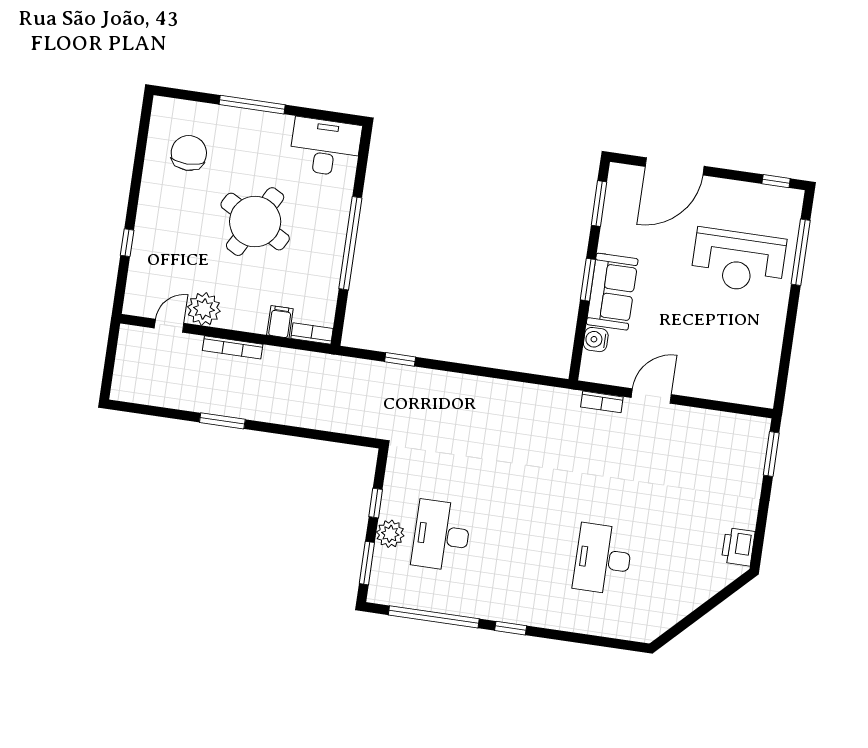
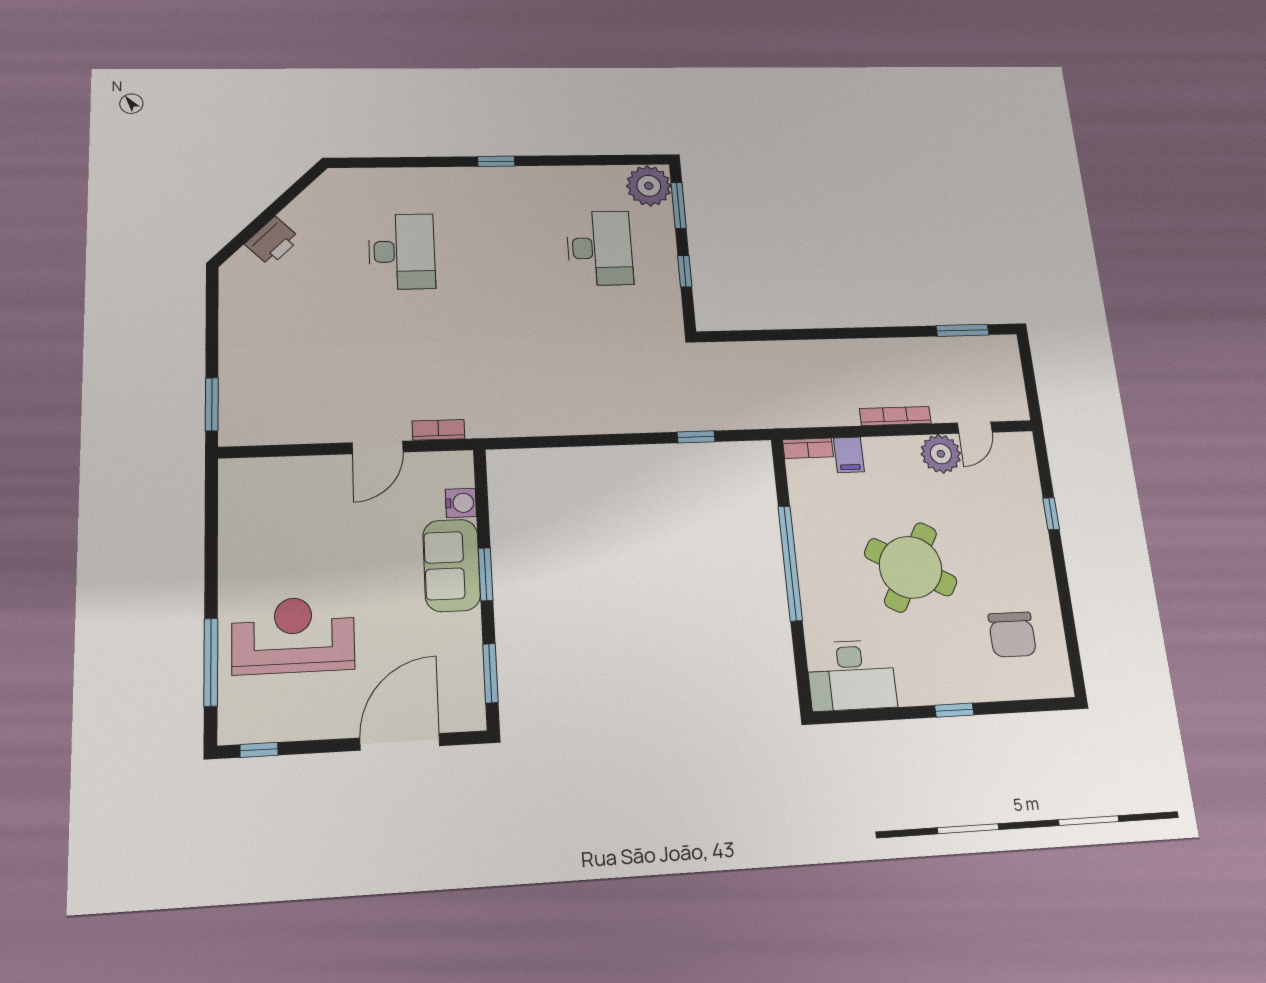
window: (252, 105) -> (954, 710), width x0.46
window: (222, 421) -> (962, 330), moved
plant: (390, 534) -> (649, 186), moved, width x1.36, depth x1.36
printer: (738, 547) -> (273, 241), moved, turned 45
window: (434, 617) -> (588, 160), removed

